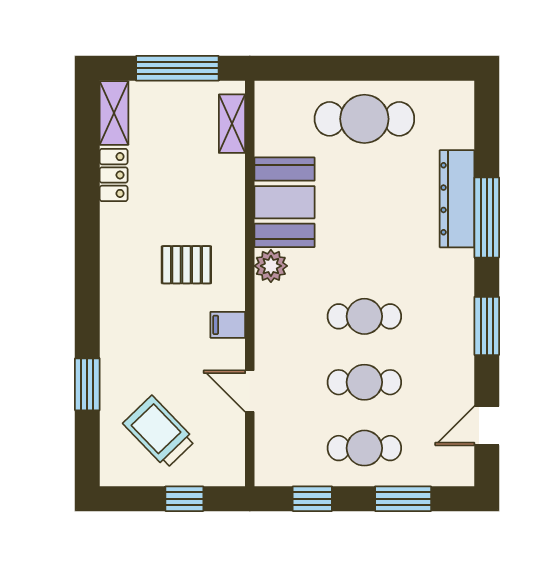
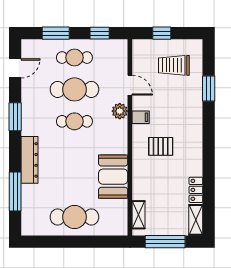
dresser: (457, 199) -> (30, 160), moved
window: (487, 217) -> (15, 192), moved
plant: (271, 266) -> (120, 111), moved
cafe table: (364, 382) -> (74, 89), width x1.37, depth x1.35
trolley: (159, 432) -> (174, 65), turned 134

